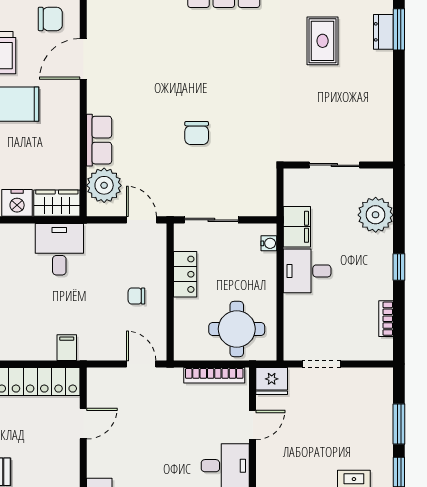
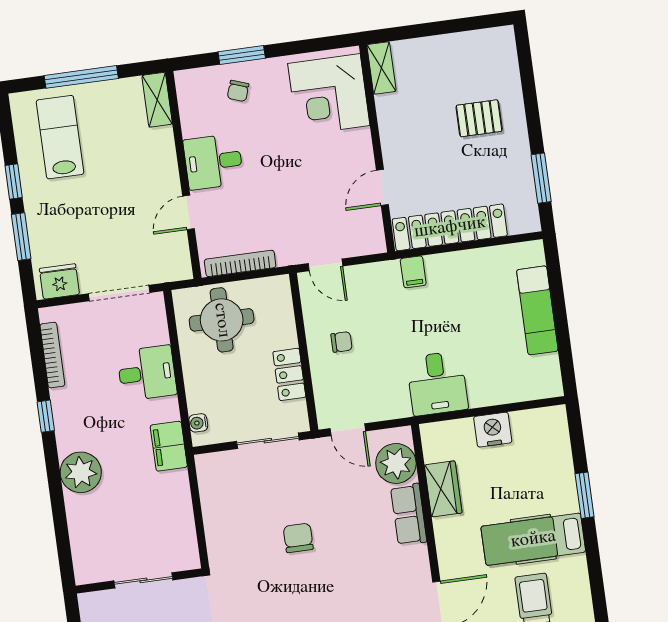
sliding door: (334, 165) -> (143, 580), moved
wall: (338, 165) -> (139, 581), moved
wardrobe: (57, 203) -> (443, 489), moved, turned -90
desk: (307, 271) -> (147, 373), moved
bookcase: (386, 319) -> (52, 355), width x1.56
doorway: (321, 364) -> (119, 293), width x1.38
fridge: (272, 381) -> (59, 281), moved

